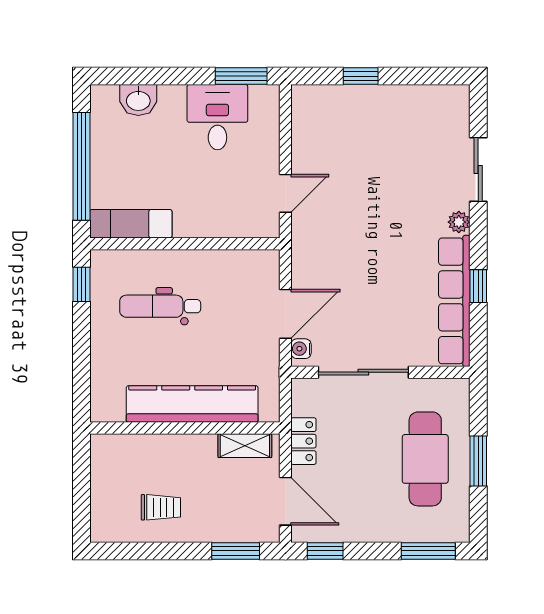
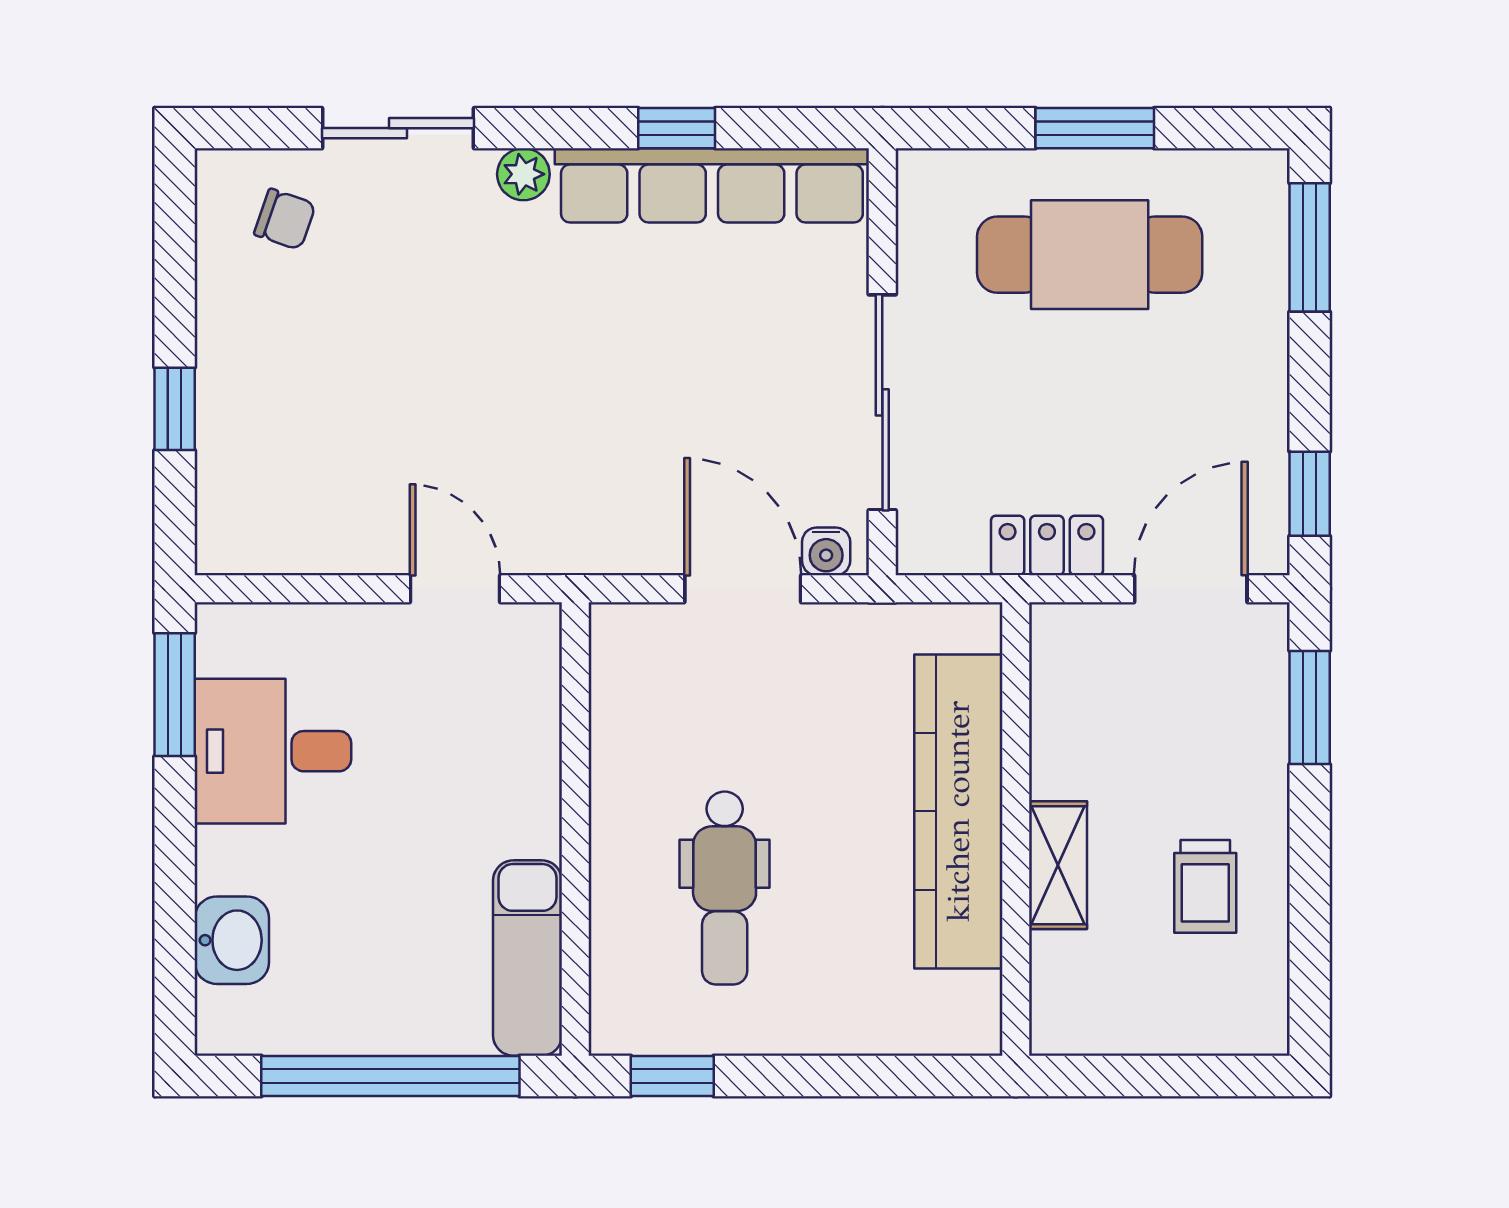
chair: (440, 122) -> (285, 219), added
shelving: (245, 446) -> (1058, 865), moved
trolley: (161, 507) -> (1205, 886), turned 180

